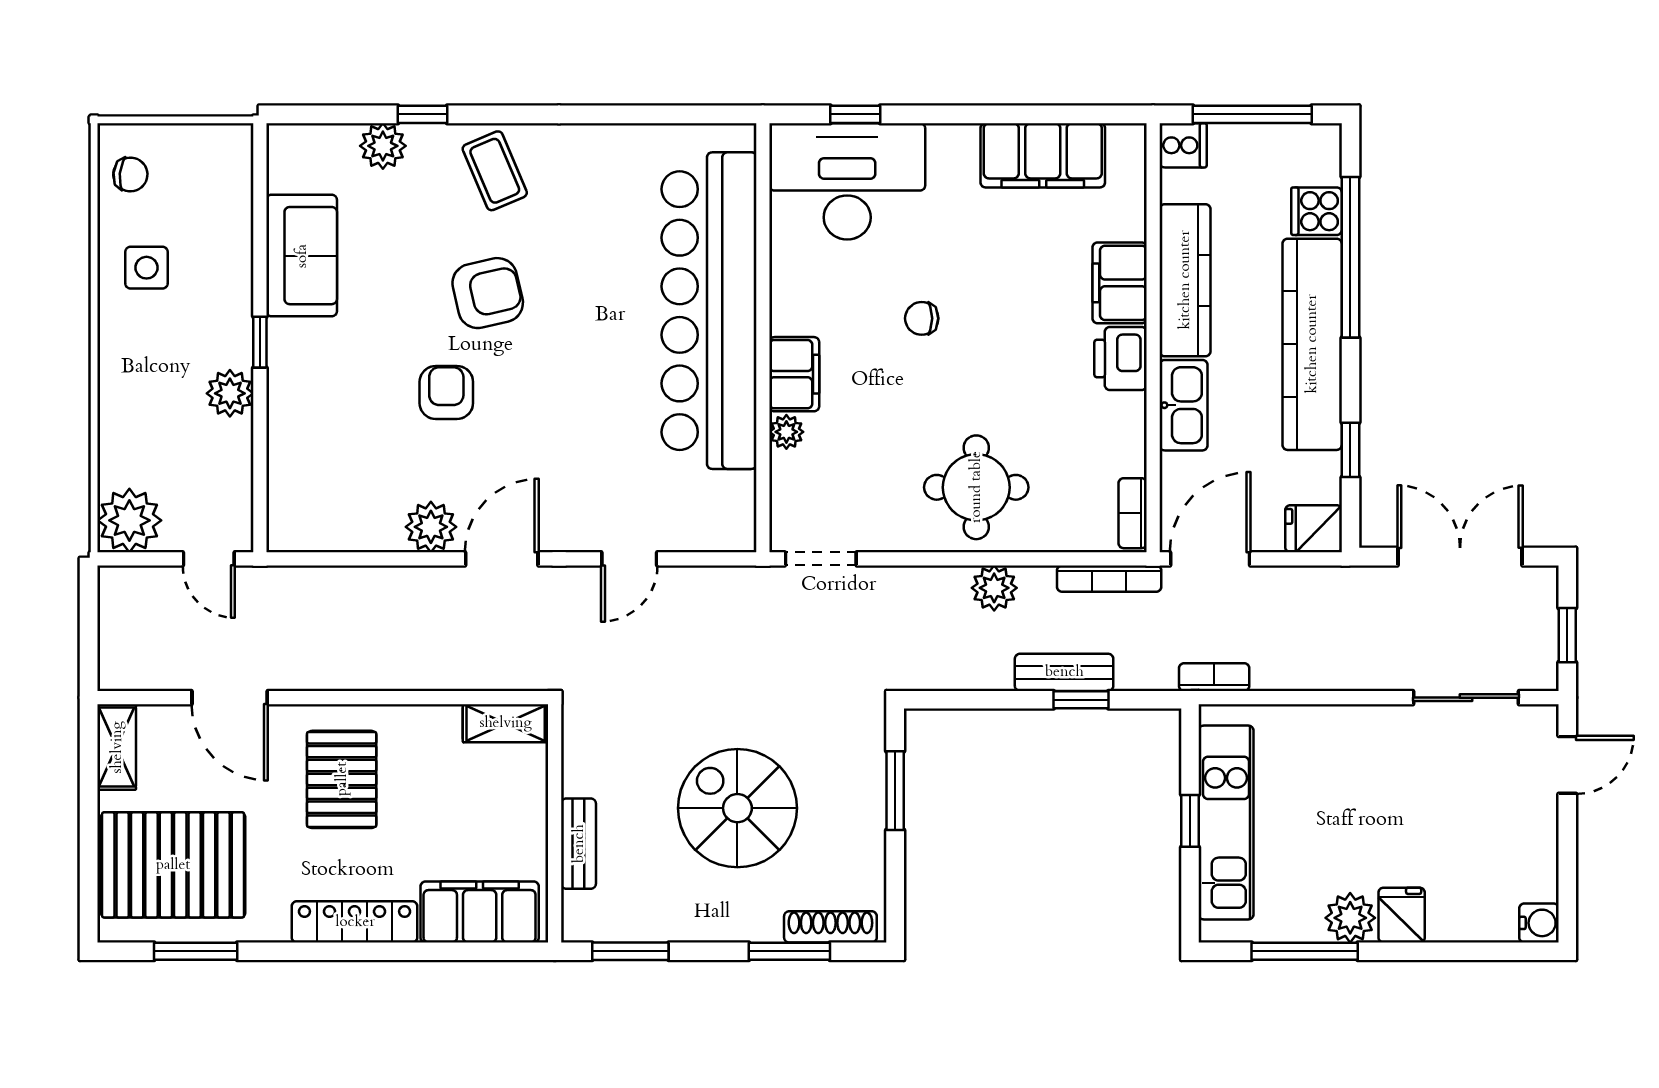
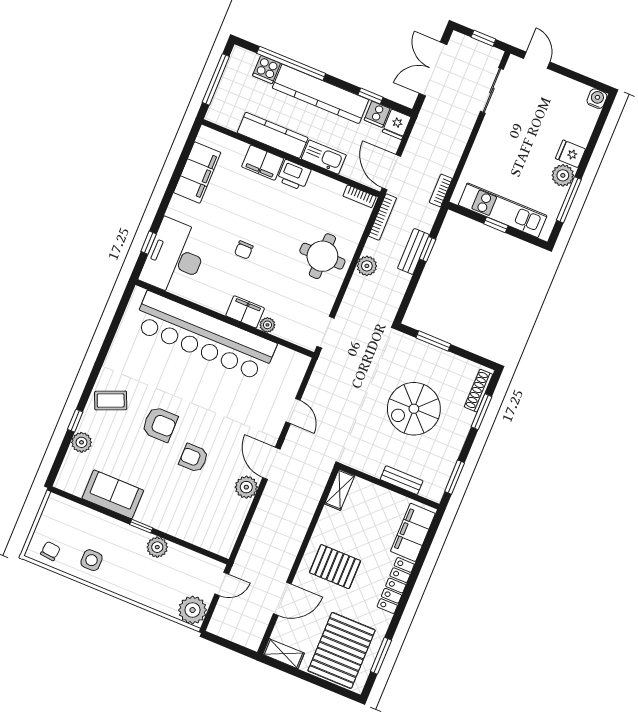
cooker: (1183, 145) -> (377, 114), moved, turned 180
armchair: (488, 293) -> (160, 424), turned 103

